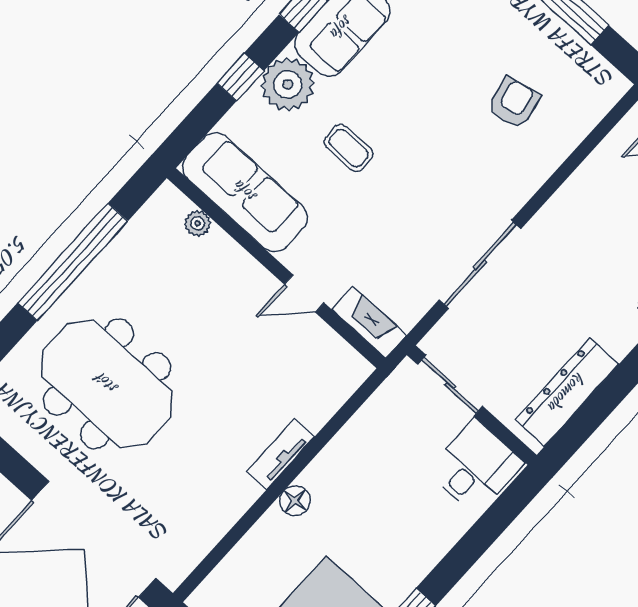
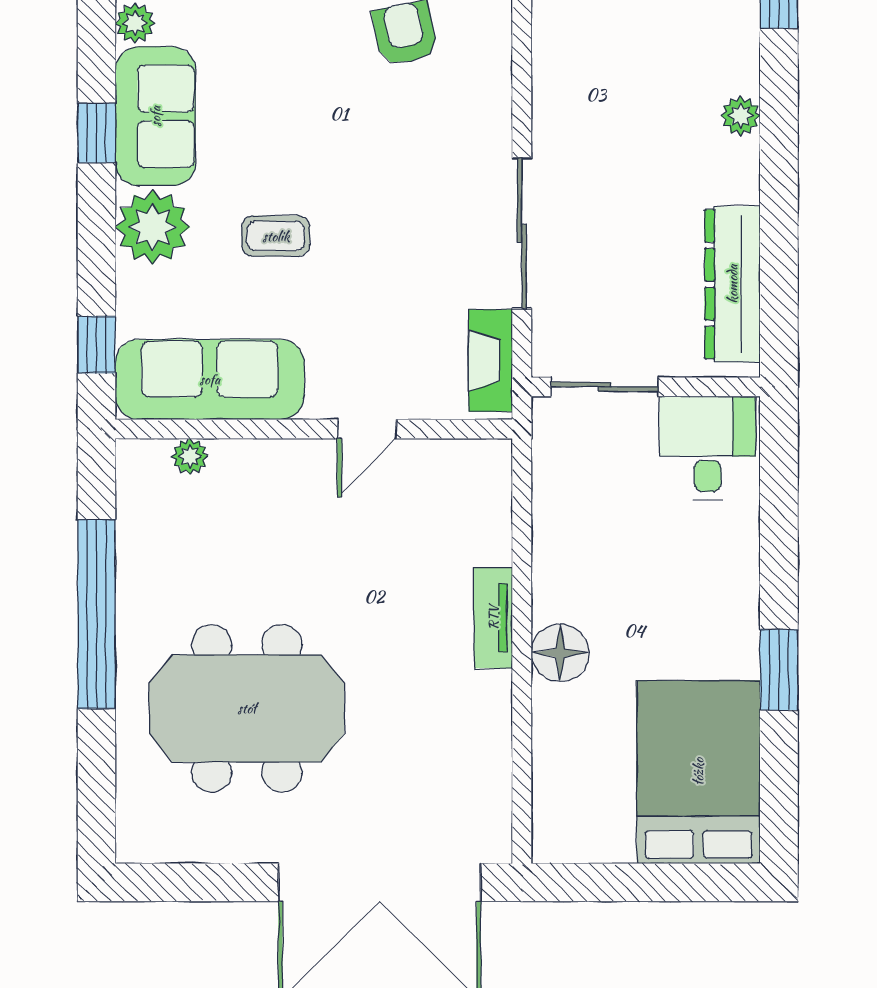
window: (240, 77) -> (96, 345), moved
fireplace: (369, 322) -> (491, 361), moved, turned -90
floor lamp: (295, 501) -> (560, 653), width x1.38, depth x1.38

